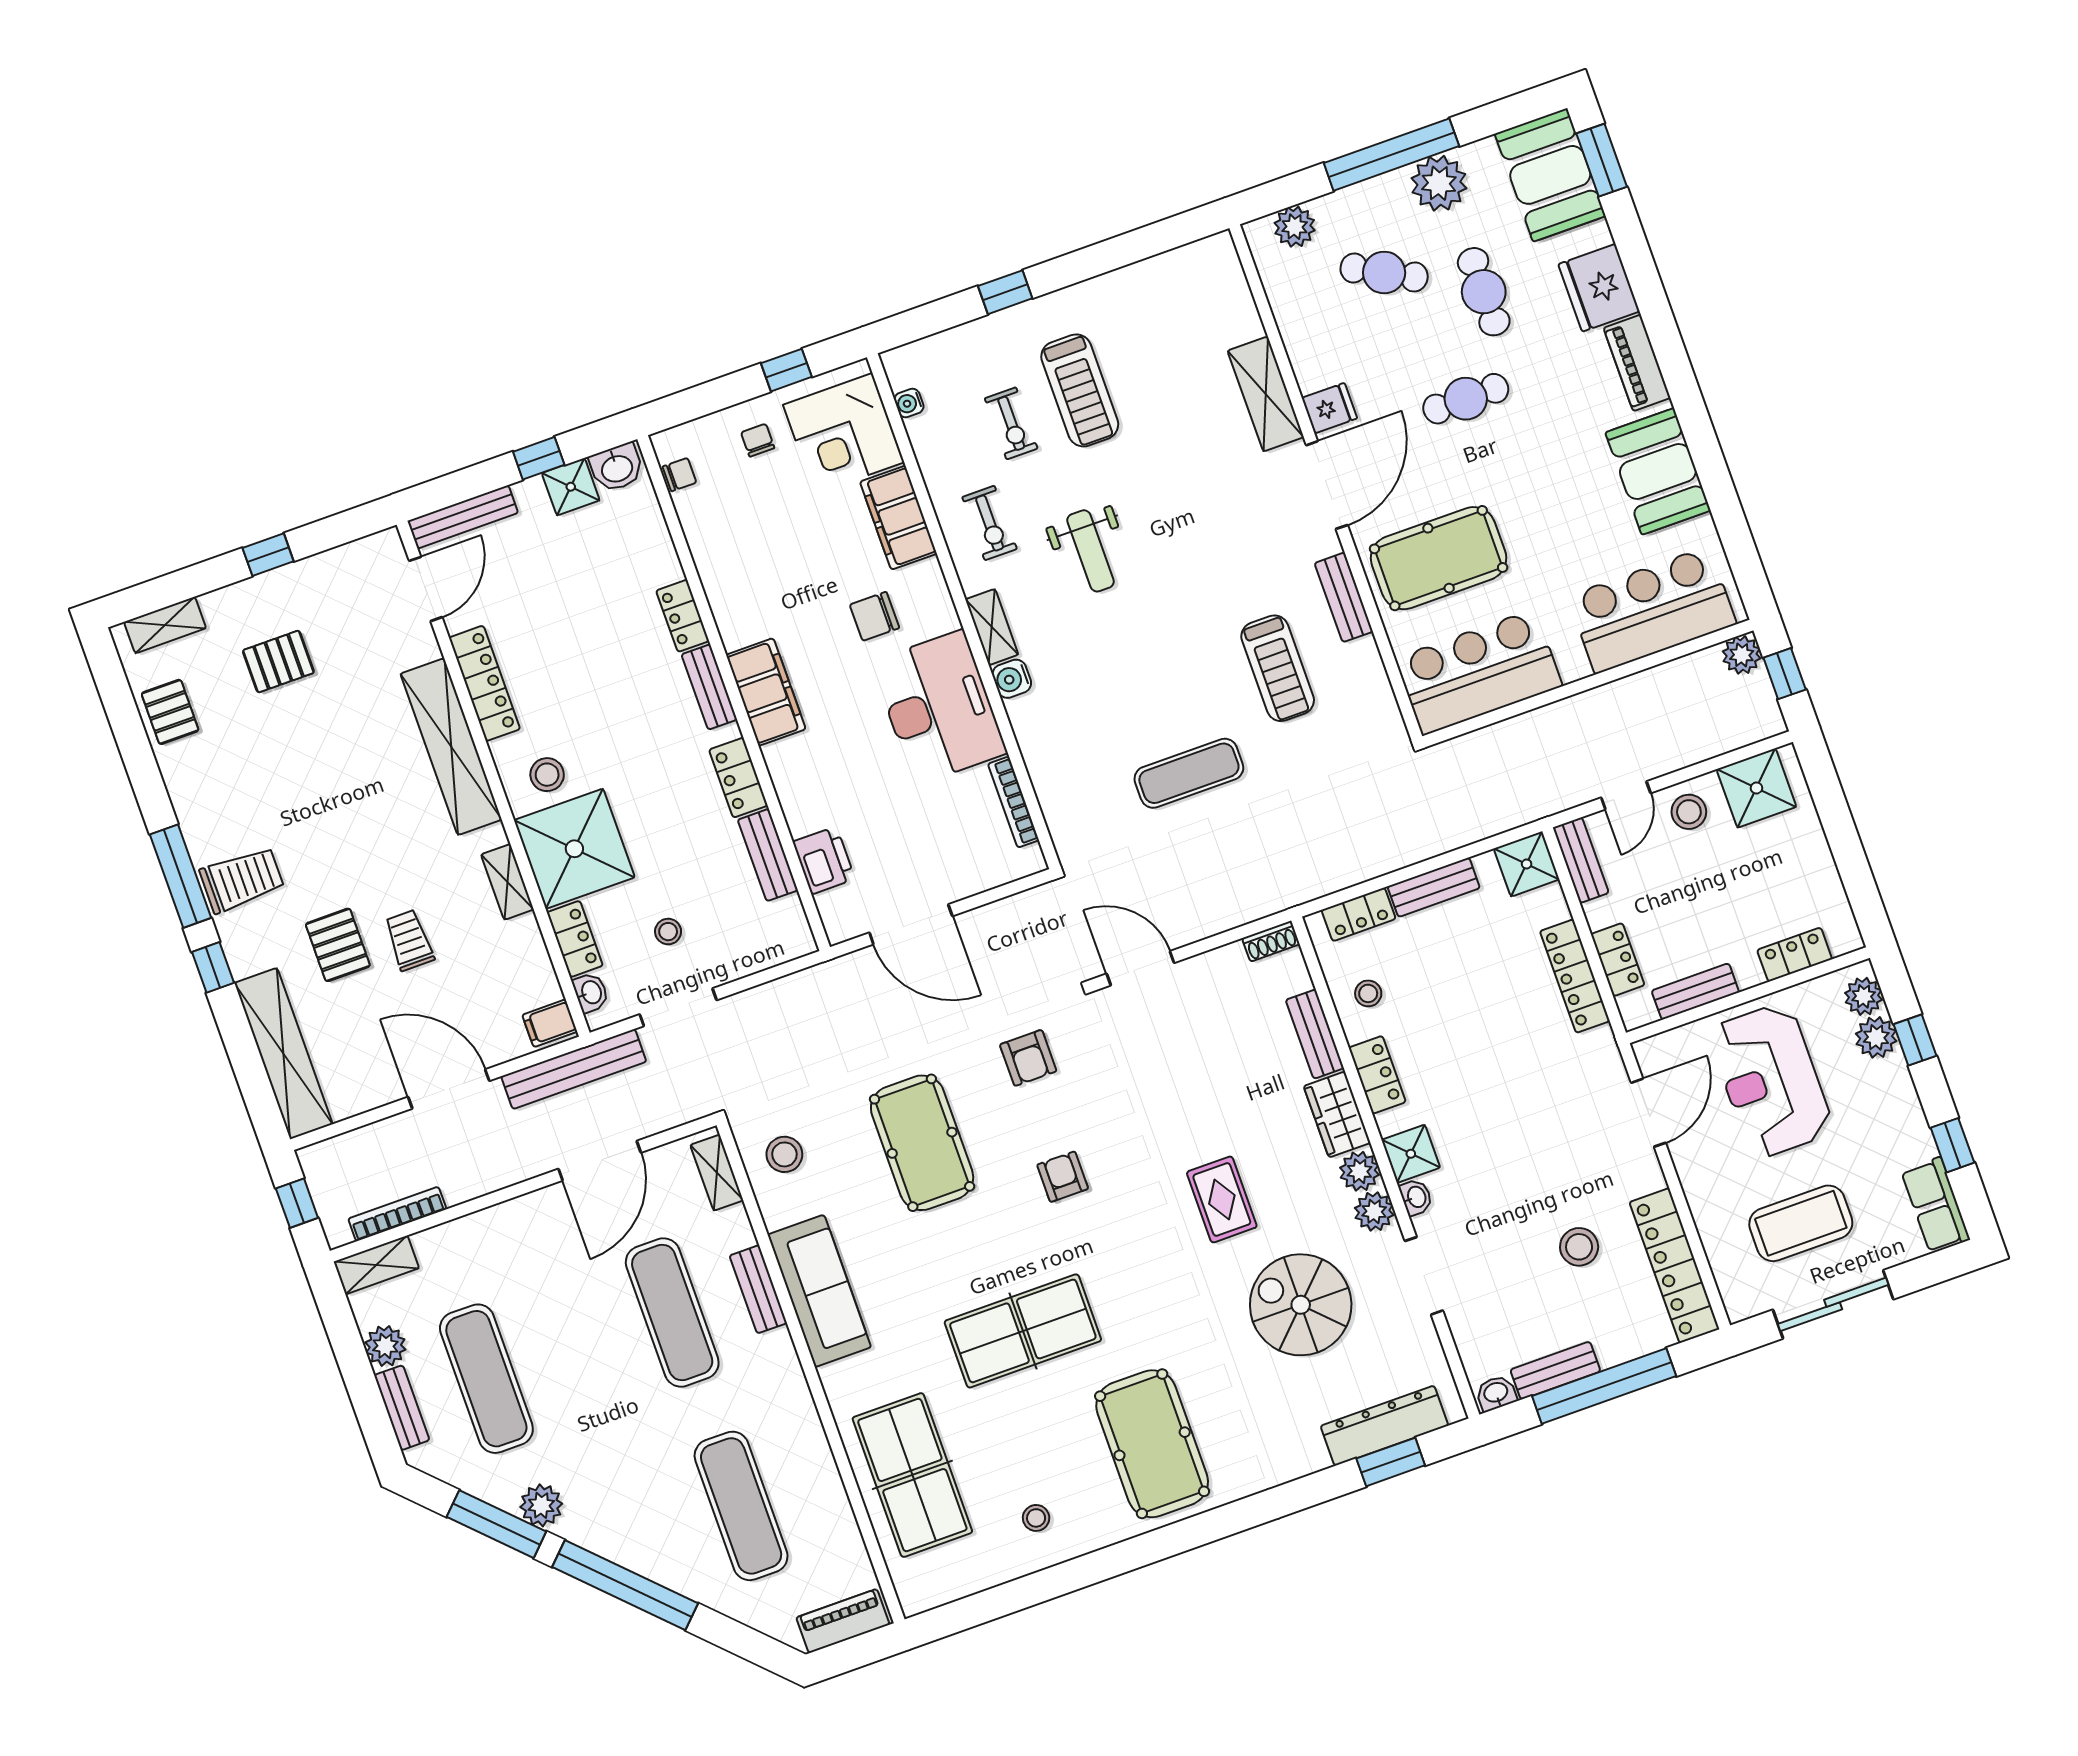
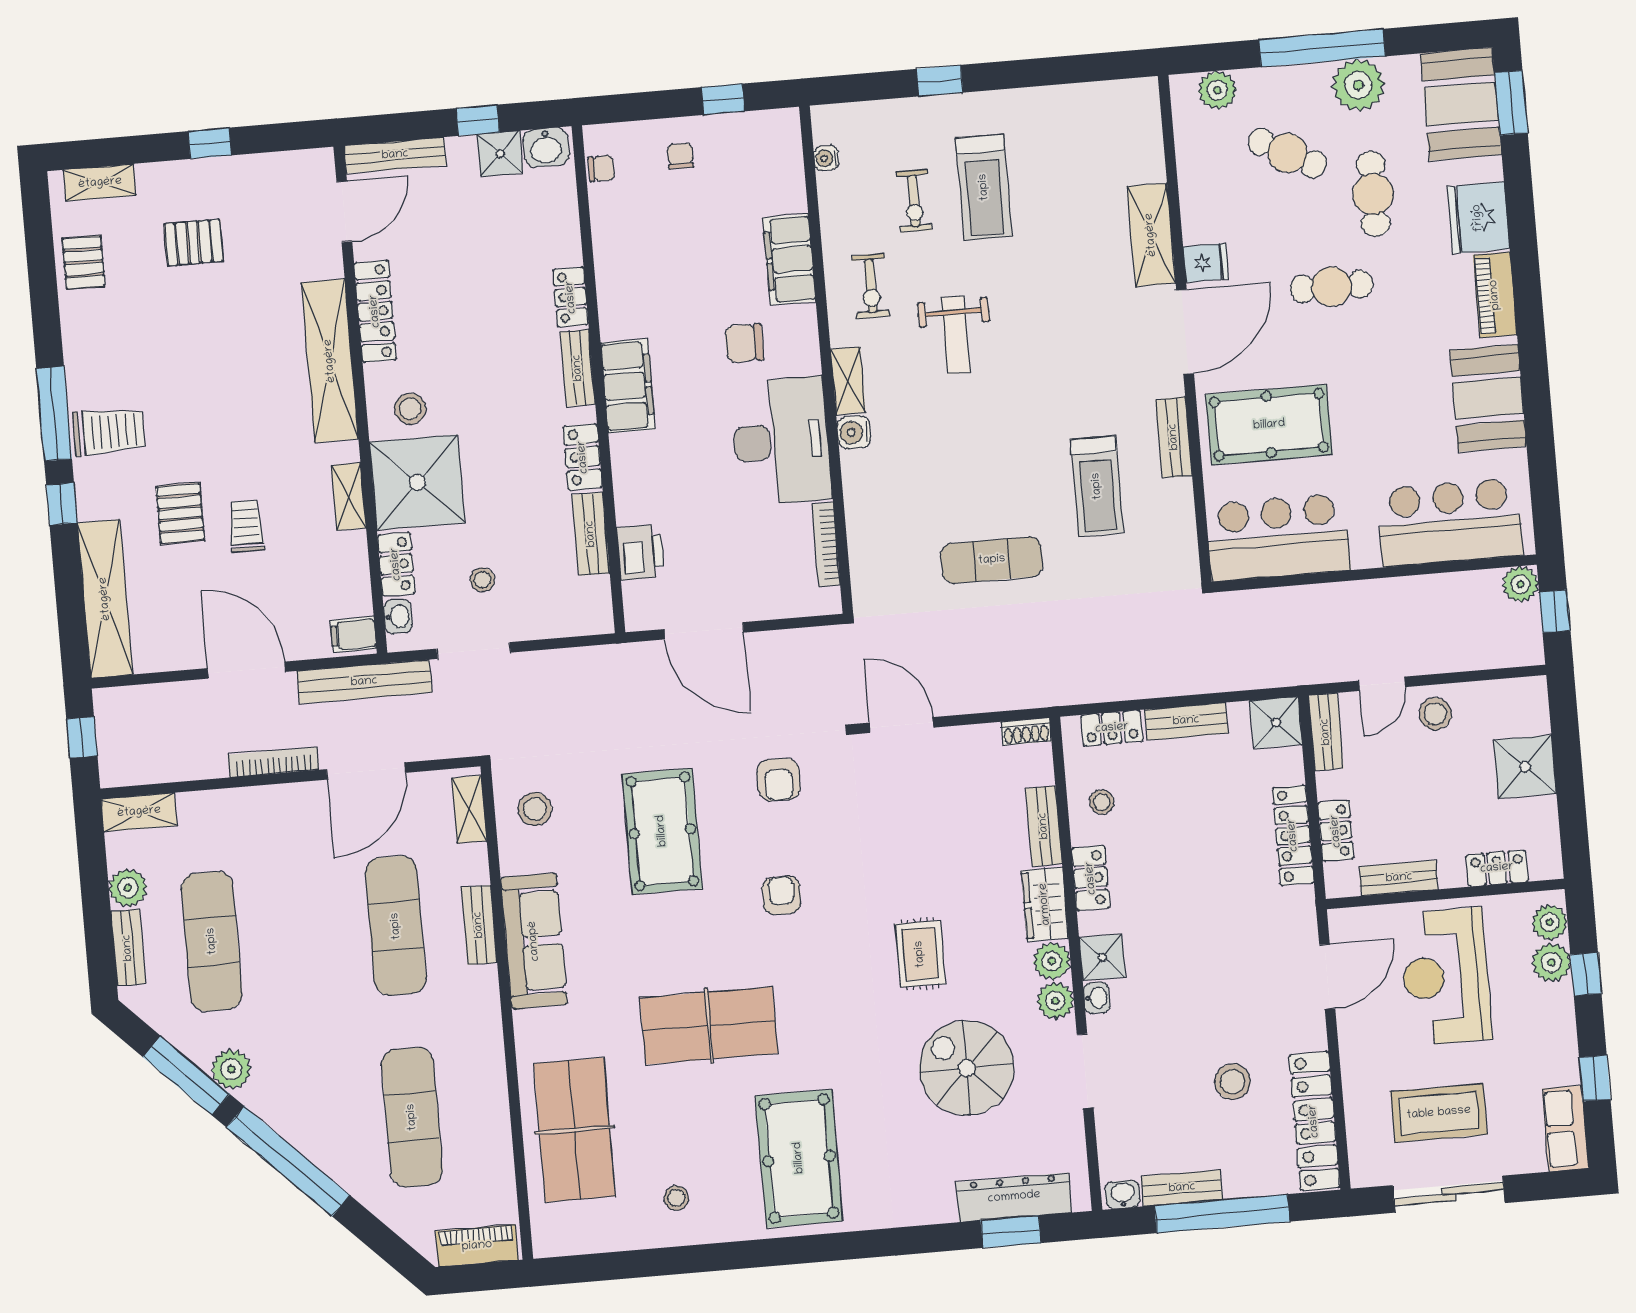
corner desk: (844, 434) -> (760, 170), removed
shower: (1756, 788) -> (1525, 767), moved
bookcase: (397, 1214) -> (273, 762), moved

